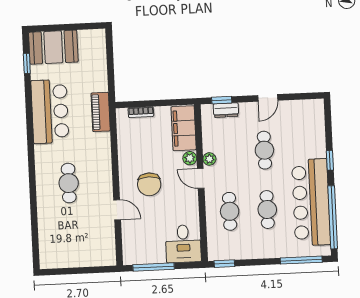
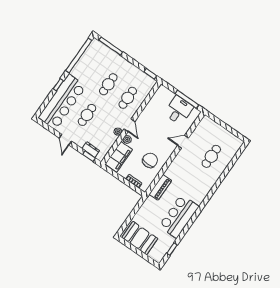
booth: (53, 47) -> (140, 238), moved
door: (268, 98) -> (65, 140), swing flipped
piano: (101, 112) -> (160, 187), moved
cafe table: (69, 183) -> (211, 156), moved
chair: (149, 184) -> (150, 160), moved
bar counter: (311, 202) -> (62, 102), moved
door: (117, 210) -> (183, 142), hinge flipped
desk: (183, 244) -> (179, 110), moved

